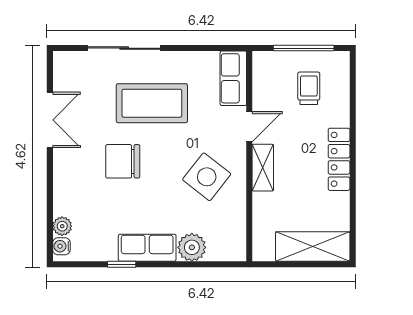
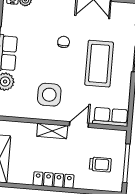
door: (249, 127) -> (79, 125), swing flipped
chair: (123, 161) -> (64, 42), width x0.54, depth x0.54
side table: (207, 177) -> (49, 95), turned -38

